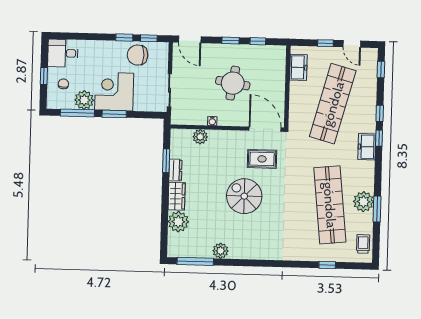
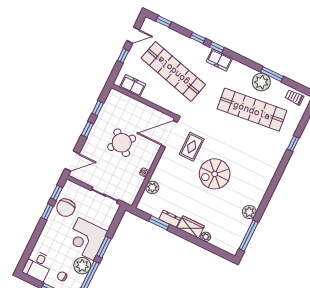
round table: (233, 83) -> (122, 143), turned 33
plant: (178, 222) -> (206, 237), width x0.53, depth x0.53
window: (327, 265) -> (293, 144), moved

